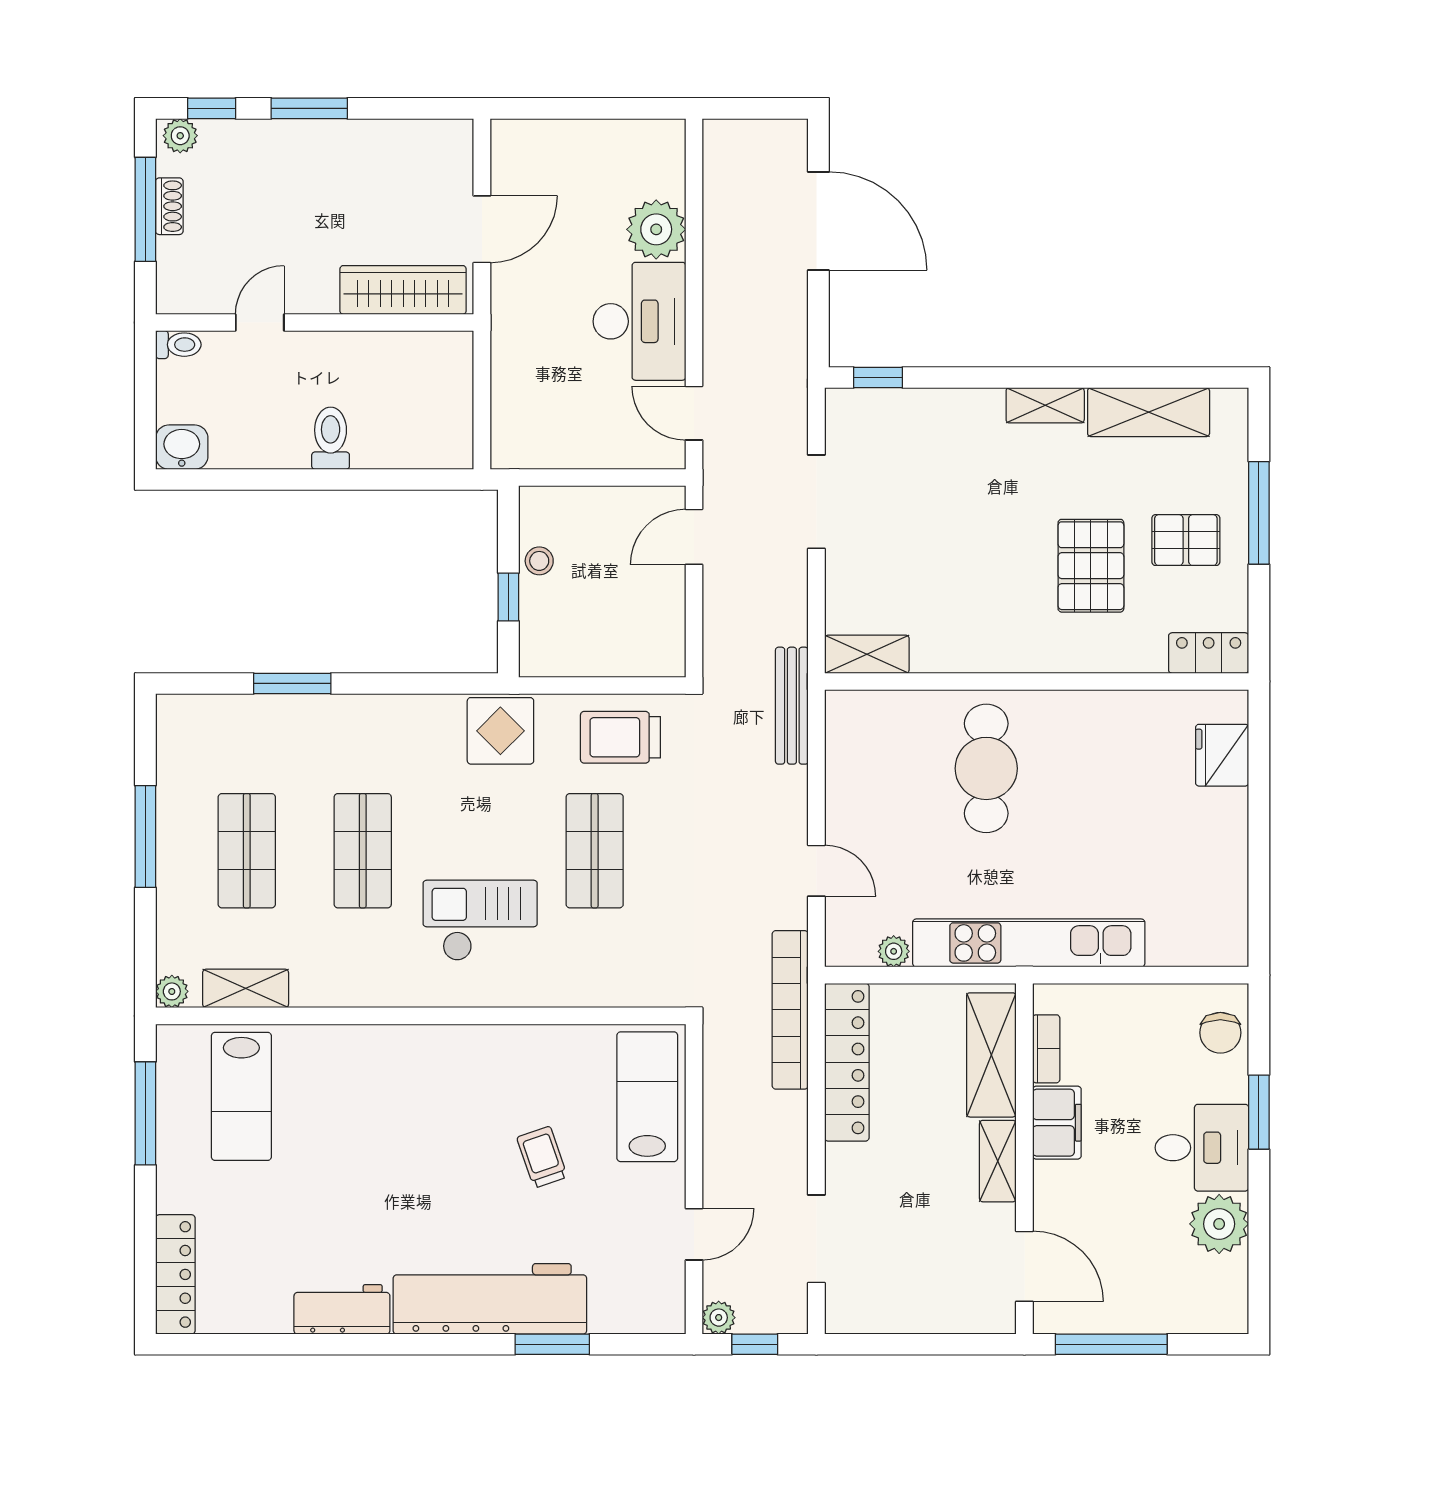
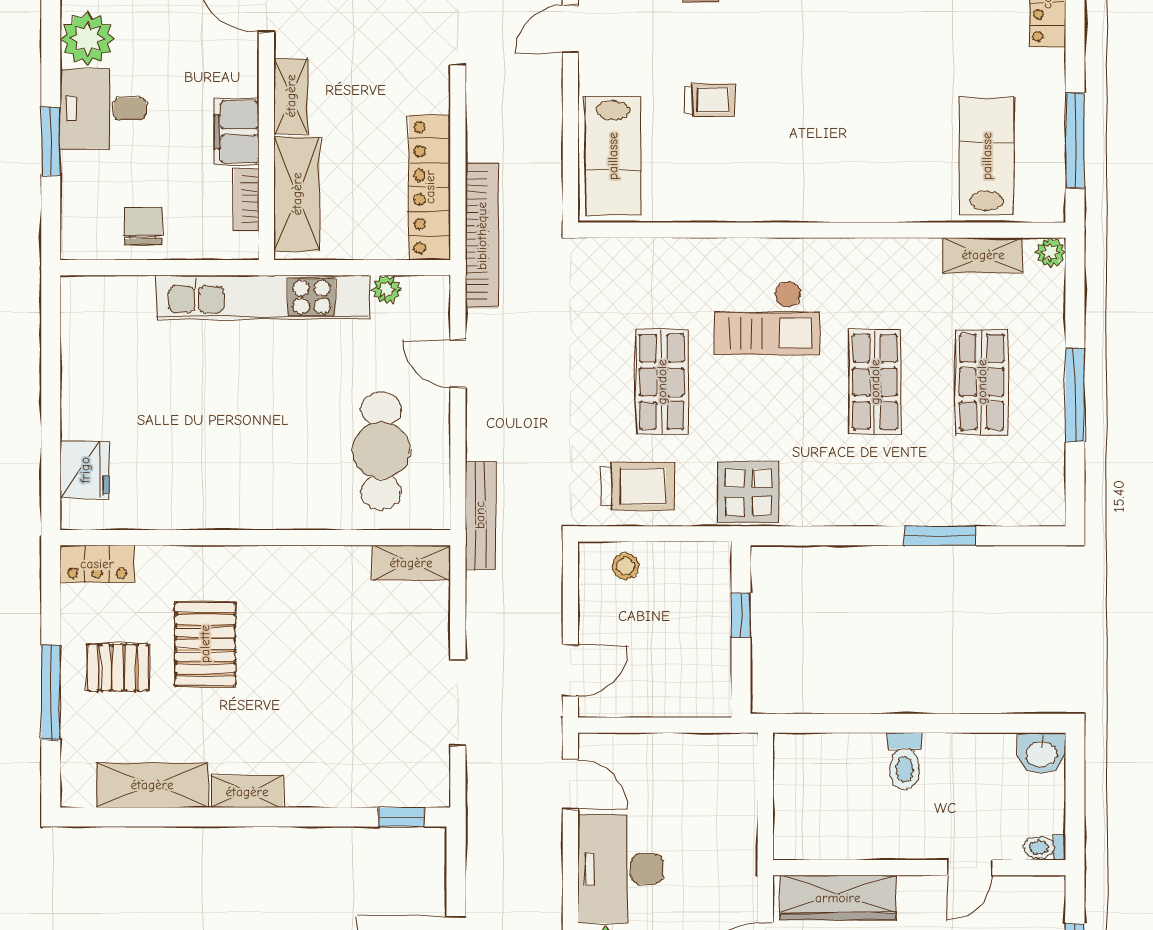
stool: (539, 561) -> (626, 566), moved
cafe table: (986, 768) -> (381, 451), moved
chair: (1220, 1033) -> (143, 226), moved
trolley: (542, 1157) -> (710, 100), turned -71

